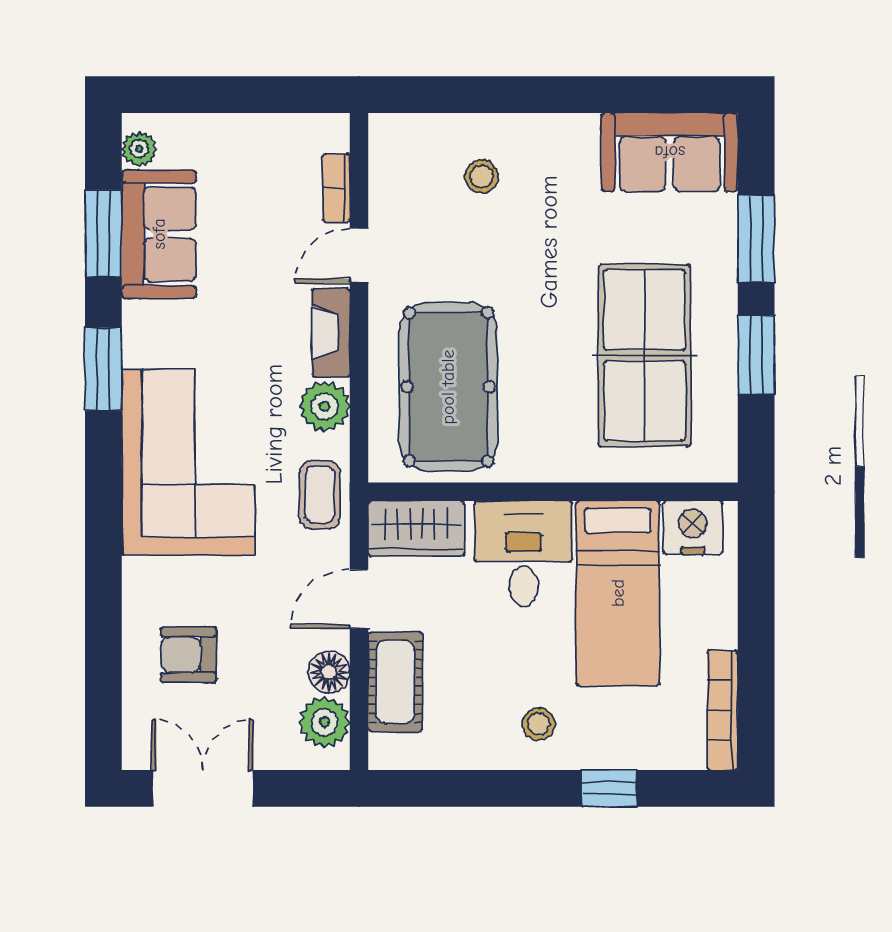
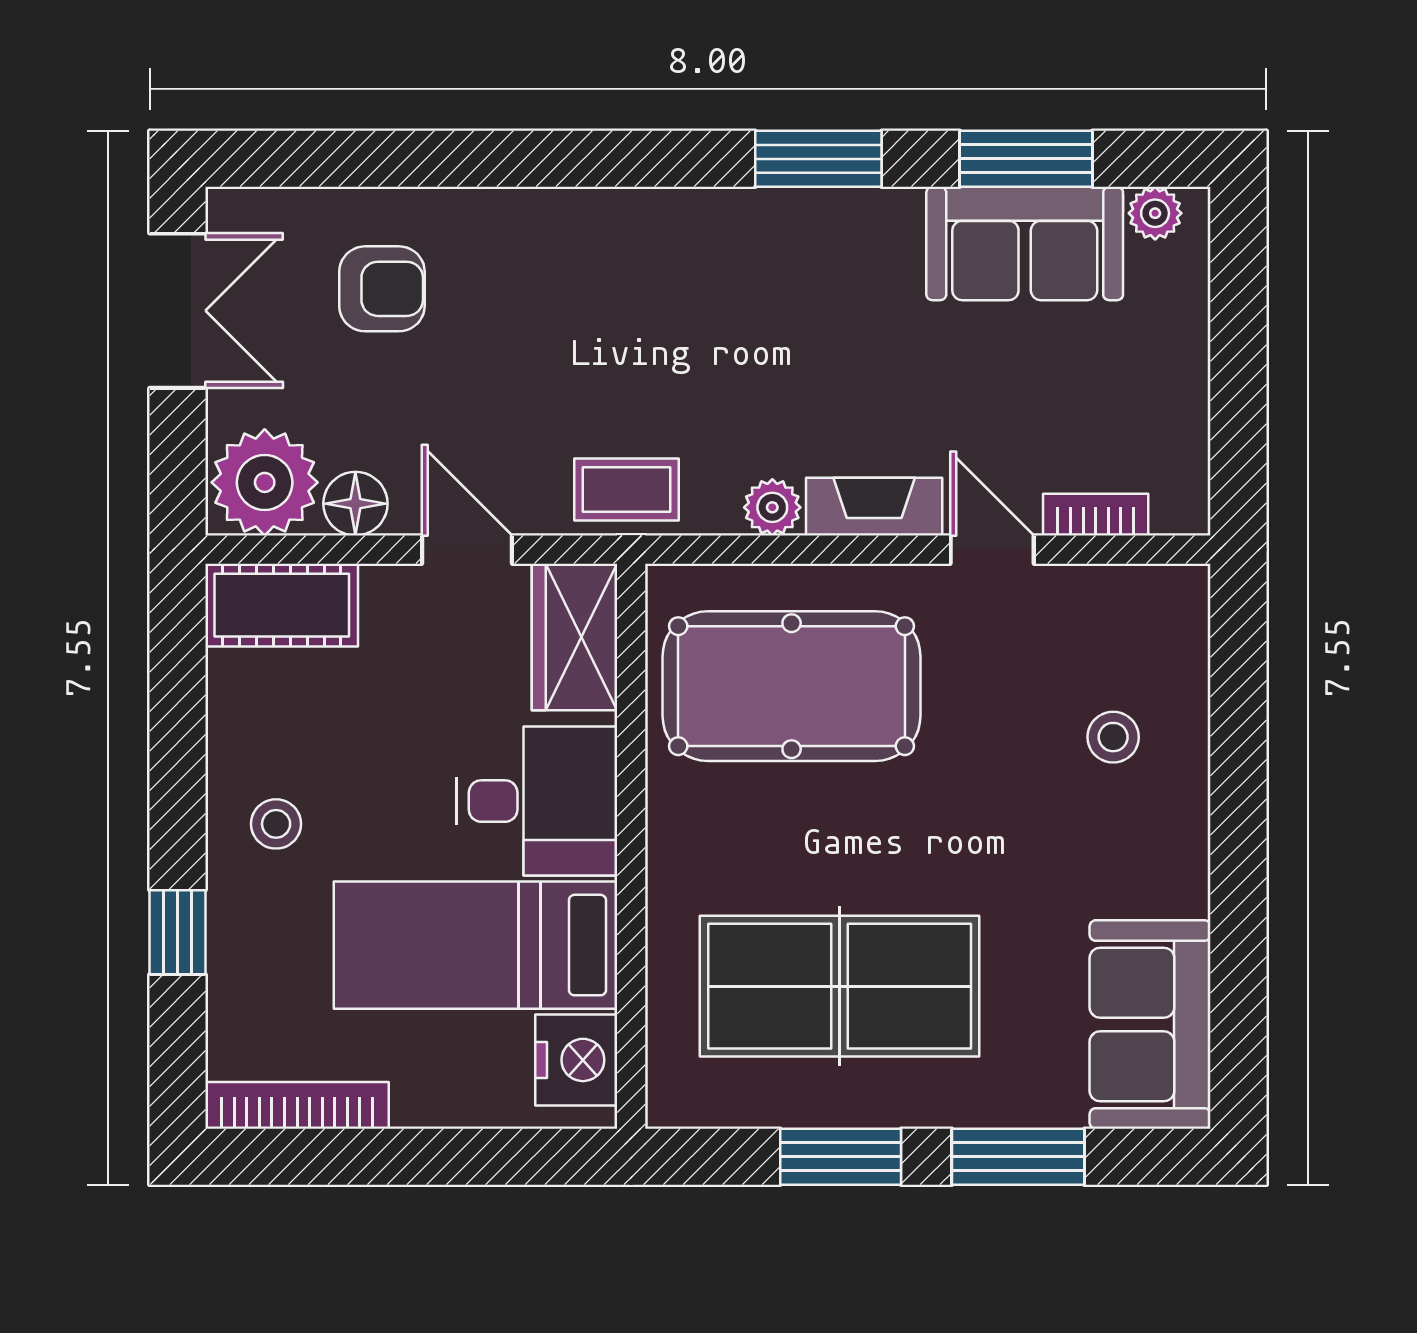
plant: (324, 406) -> (772, 507), width x0.73, depth x0.73
corner sofa: (188, 462) -> (676, 288), removed
armchair: (189, 655) -> (382, 289), turned 90
cot: (395, 682) -> (282, 605), moved
plant: (324, 722) -> (265, 482), width x1.36, depth x1.36

